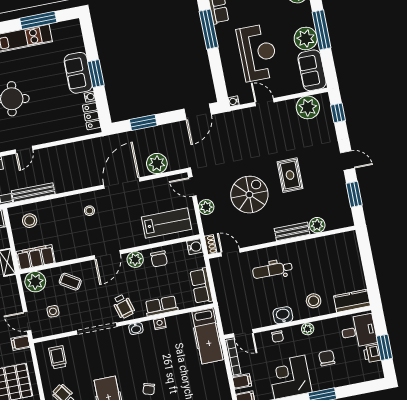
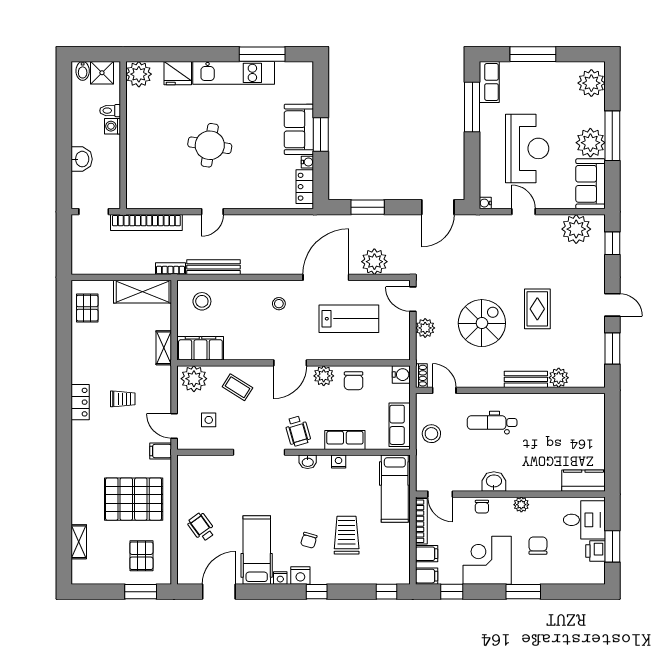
lab bench: (167, 223) -> (349, 319), moved
stool: (314, 301) -> (431, 434), moved
trolley: (58, 357) -> (347, 535), moved, width x1.36, depth x1.39

